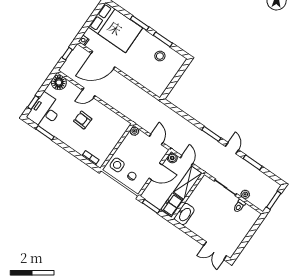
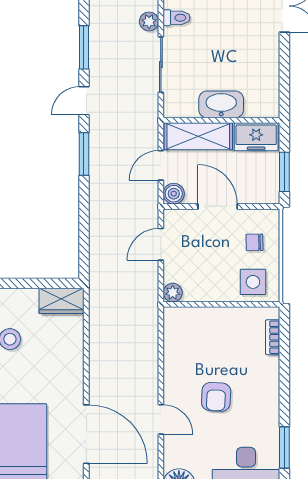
wardrobe: (161, 86) -> (61, 301), added
washbasin: (184, 214) -> (221, 104), moved

